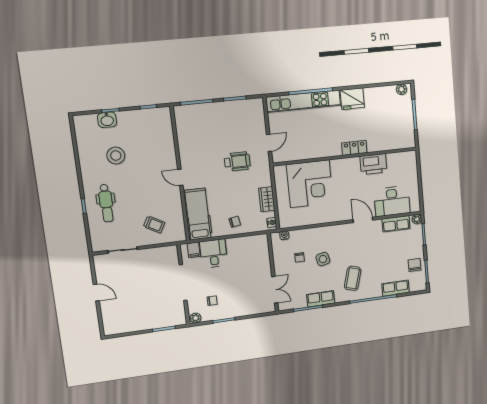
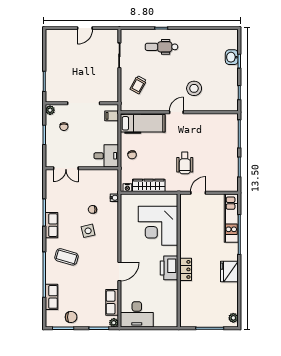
kitchen unit: (303, 101) -> (231, 218), width x0.73
door: (269, 143) -> (198, 193), swing flipped
stool: (116, 156) -> (194, 88), moved
printer: (373, 164) -> (169, 268), moved
wardrobe: (267, 199) -> (149, 185), width x1.50
desk: (392, 201) -> (137, 314), moved, turned -90
desk: (214, 253) -> (106, 156), moved
wall: (273, 273) -> (82, 168), moved
double door: (275, 290) -> (66, 168), moved

